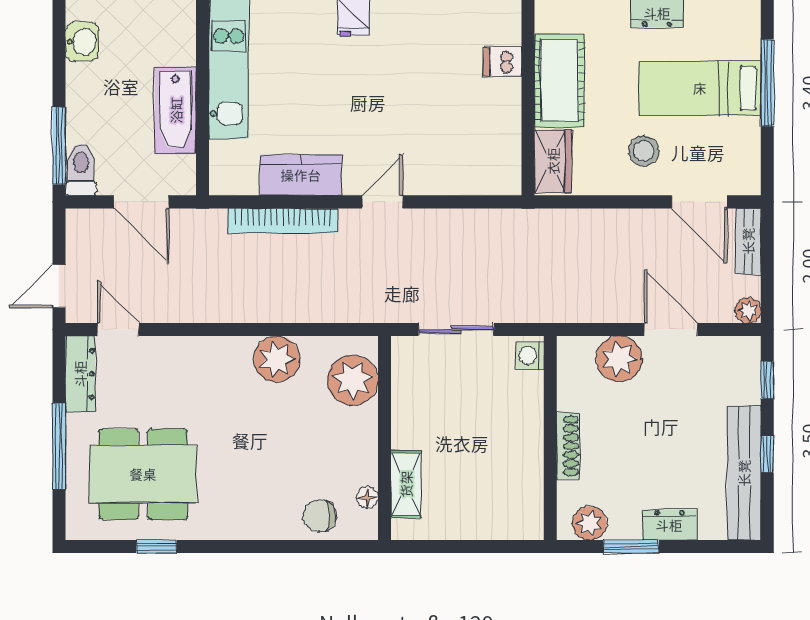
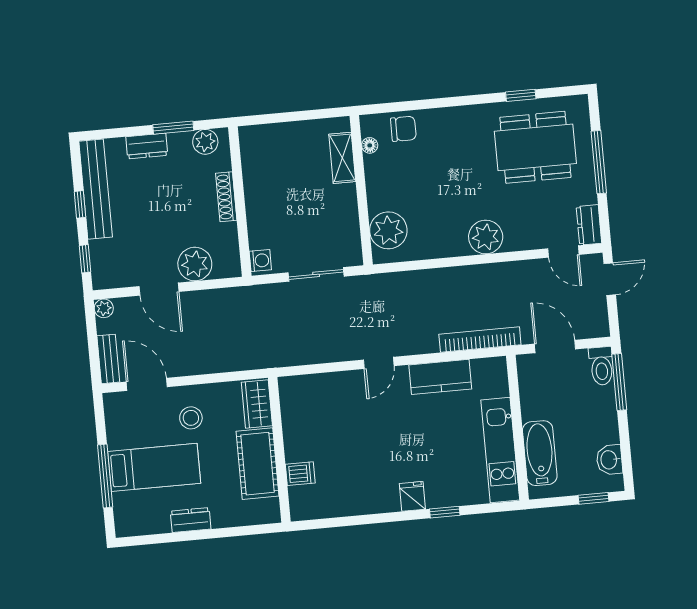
bathtub: (176, 110) -> (540, 453), moved
bookcase: (283, 221) -> (480, 340), moved
plant: (277, 359) -> (486, 237), moved
dresser: (80, 374) -> (589, 225), width x0.70

